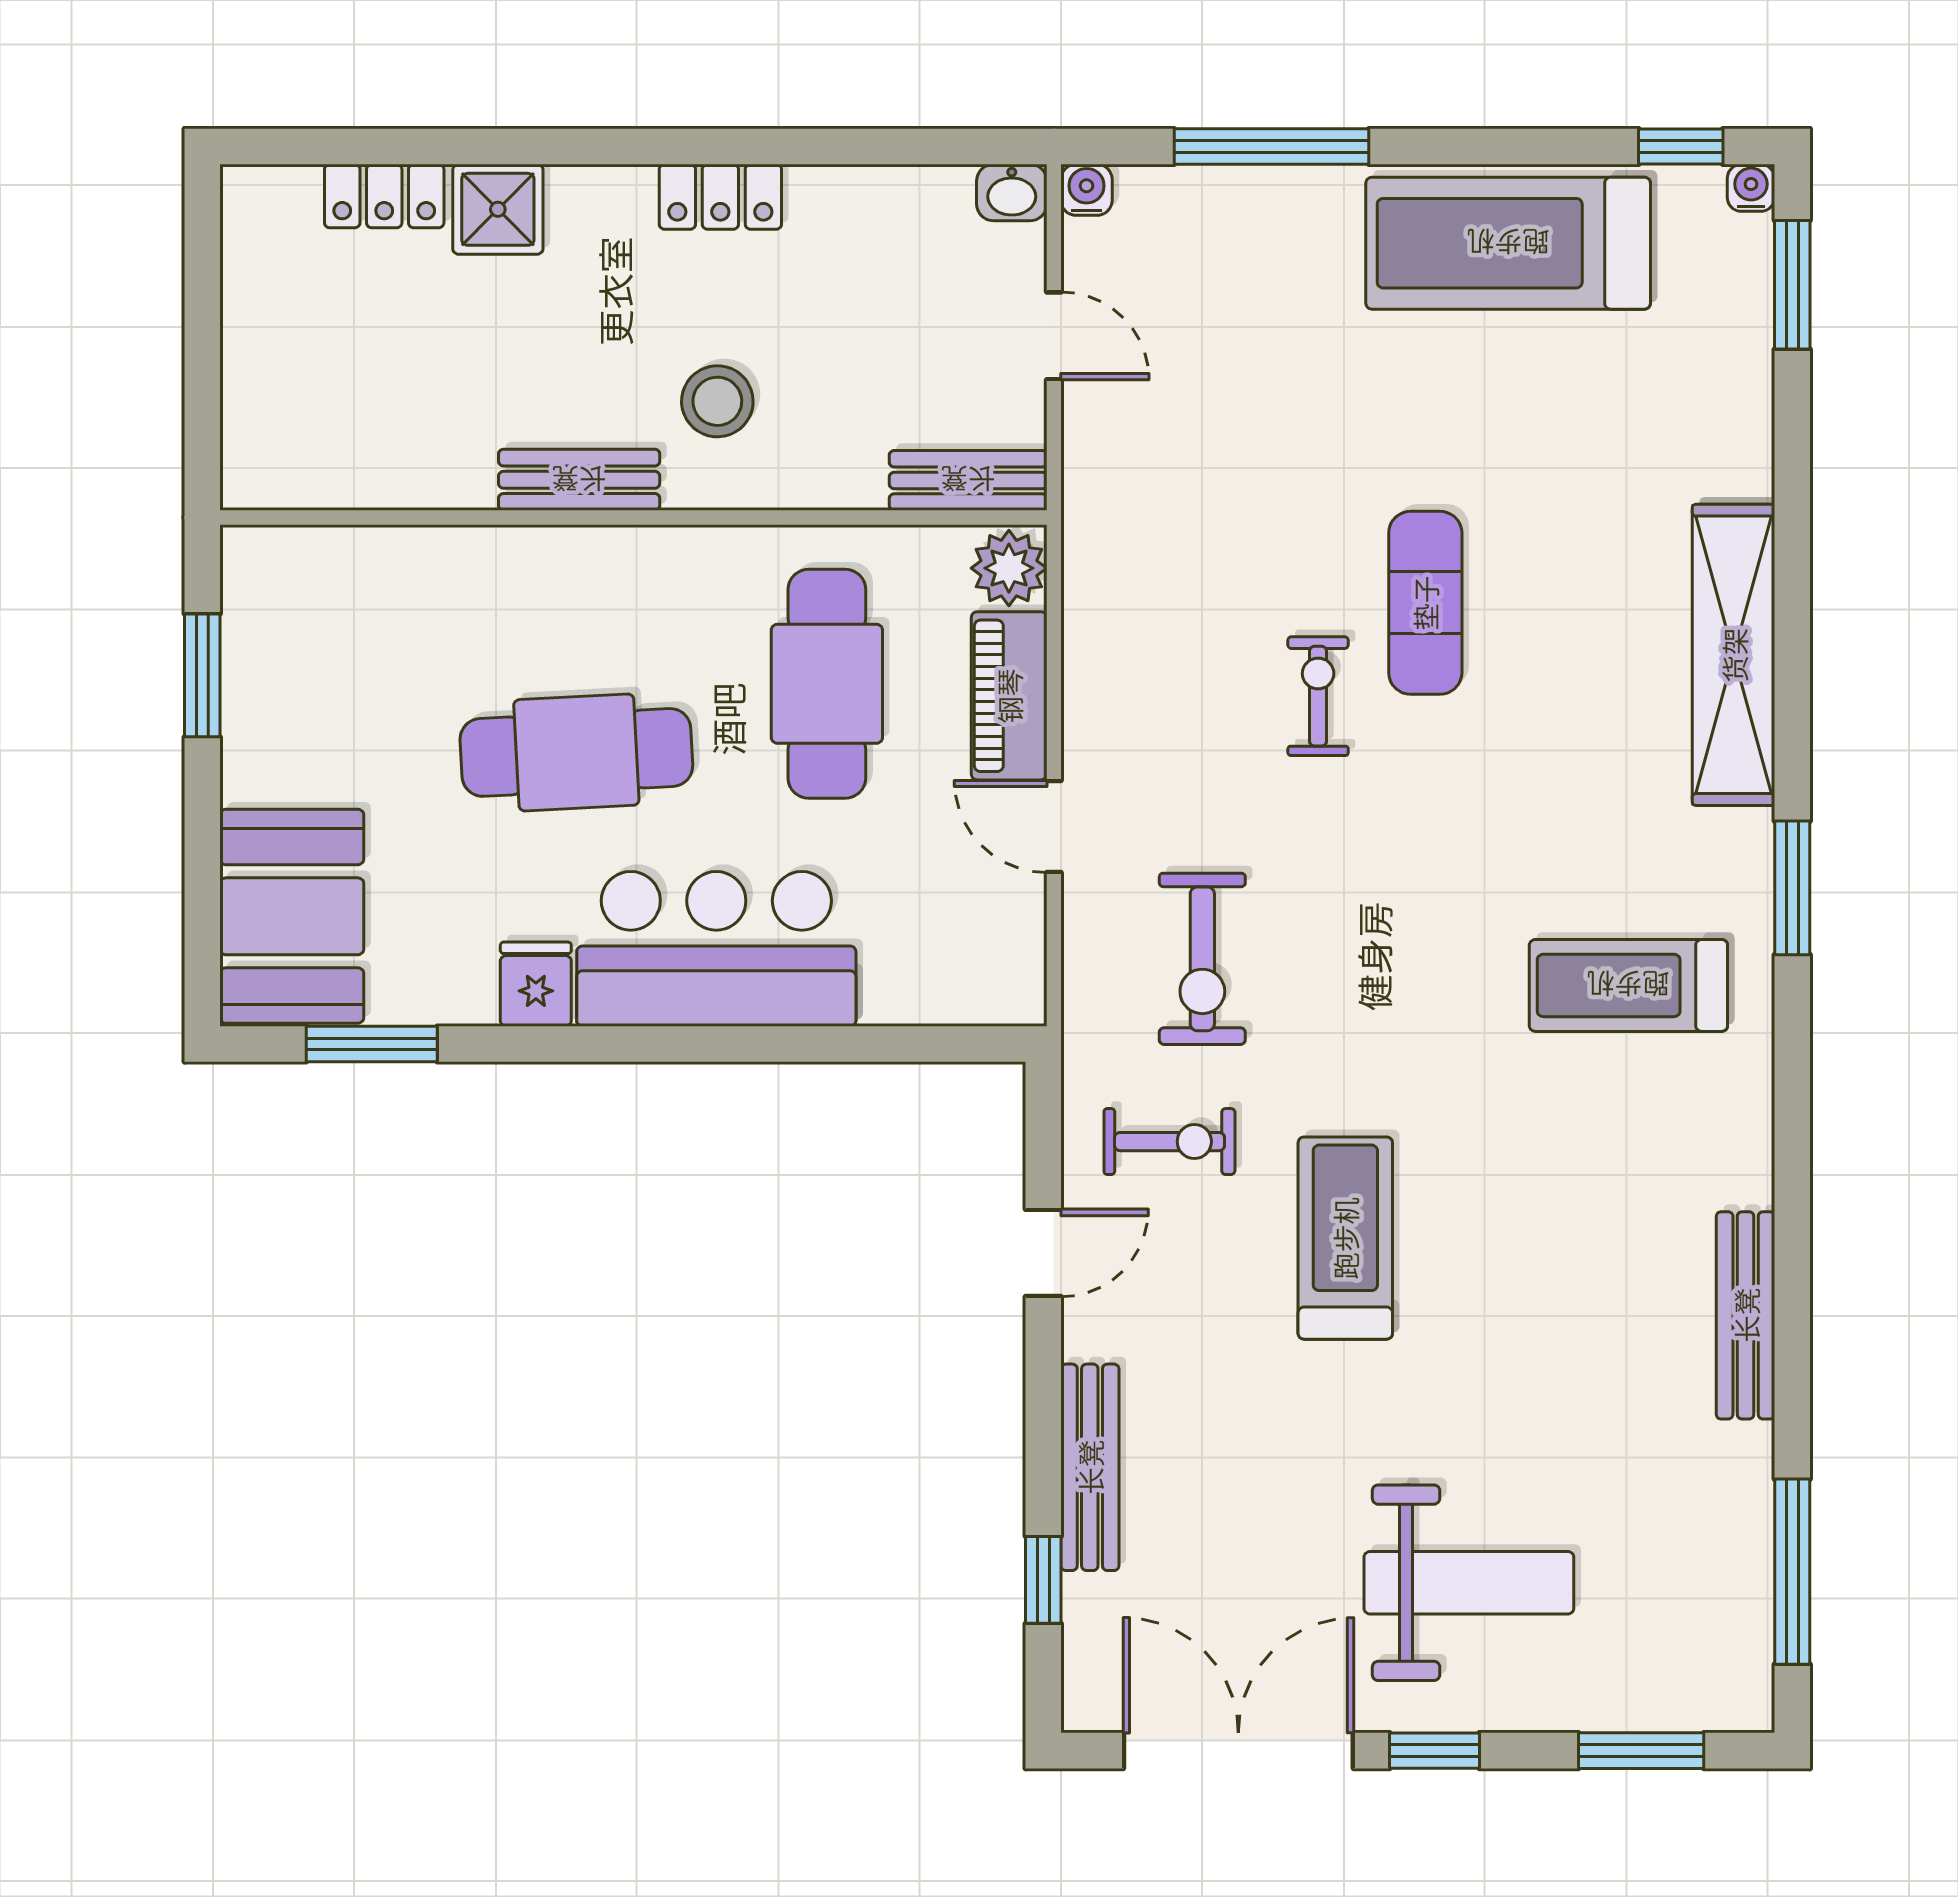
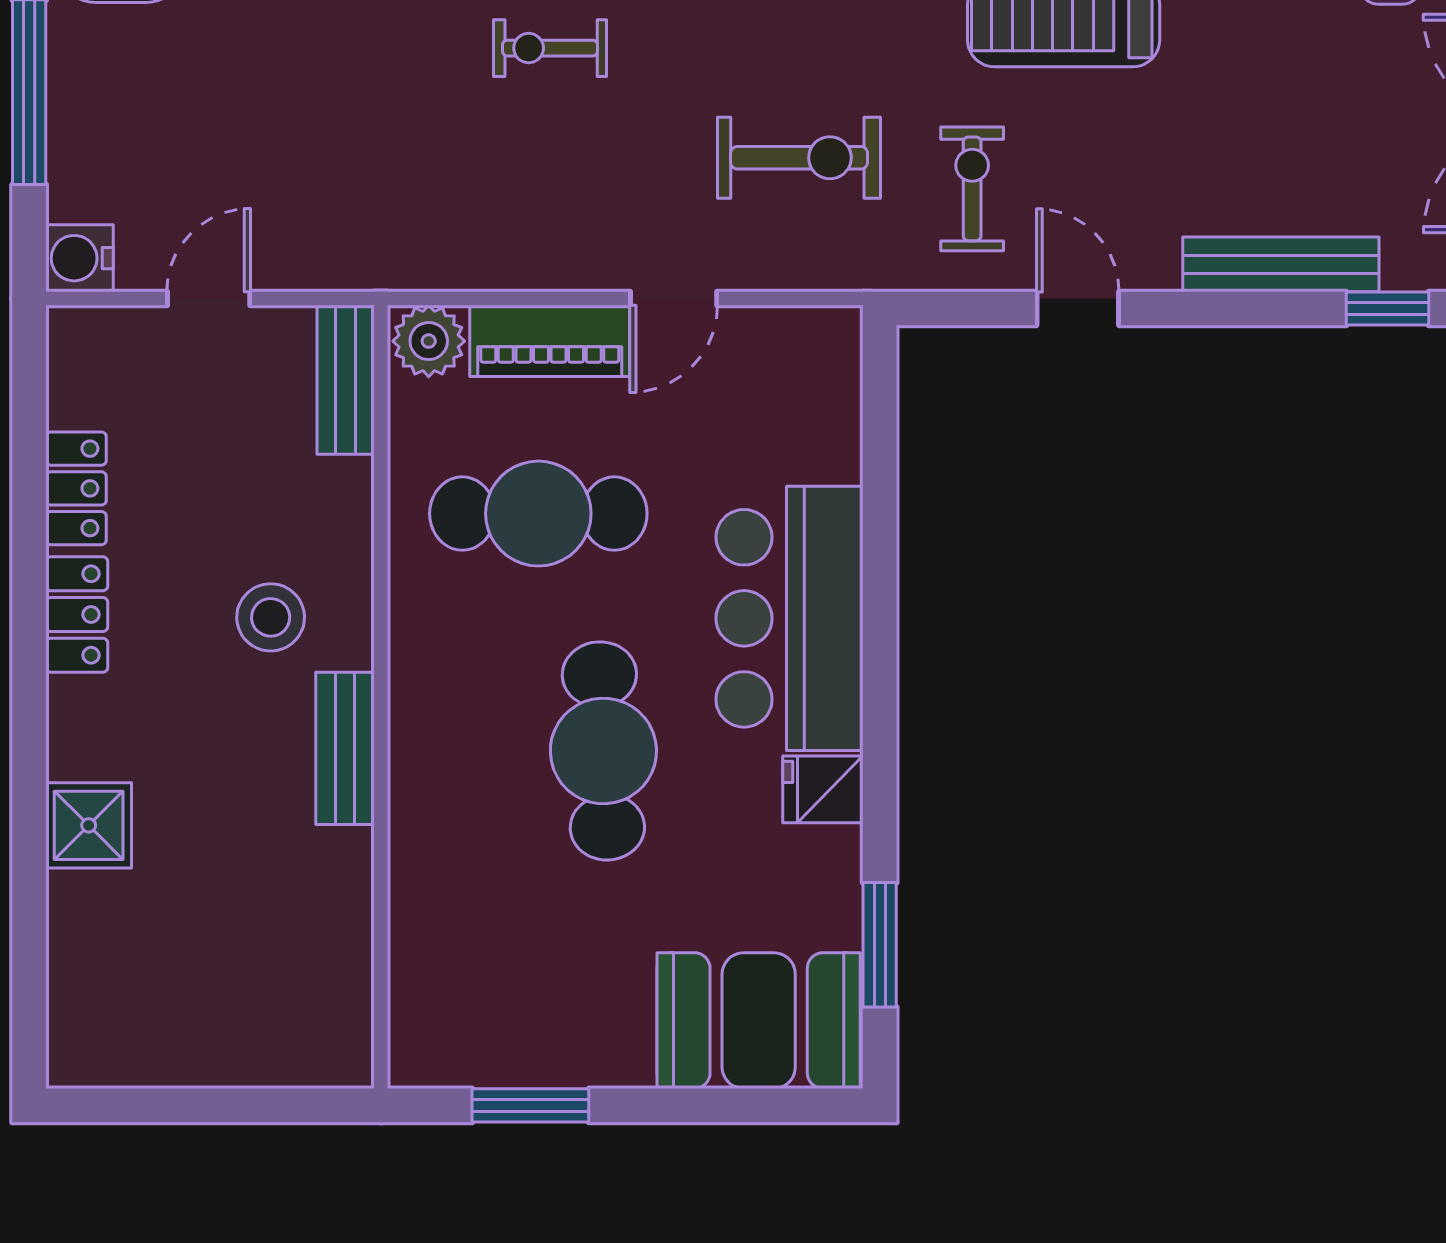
water cooler: (1087, 190) -> (79, 258), width x1.38, depth x1.38
washbasin: (1012, 193) -> (73, 338), removed
locker: (384, 196) -> (76, 488), moved

